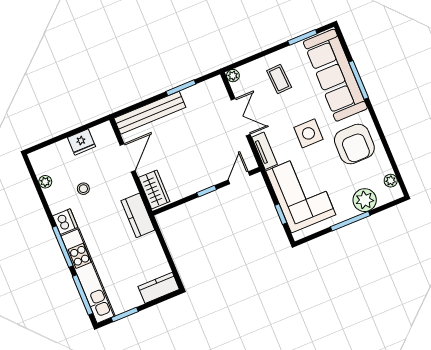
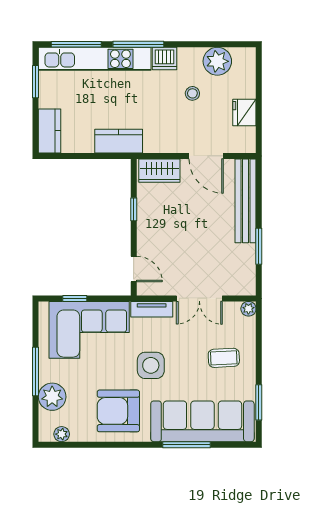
plant: (45, 182) -> (217, 61), width x1.88, depth x1.88
window: (207, 191) -> (134, 209), moved
kitchen counter: (138, 215) -> (119, 141), moved

